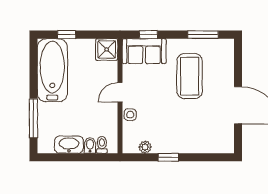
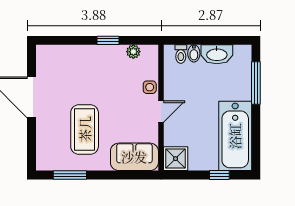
window: (148, 35) -> (130, 175), removed

